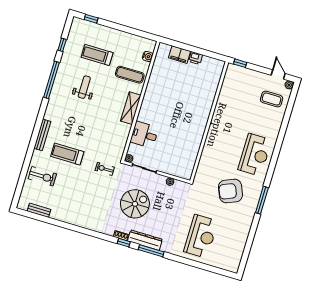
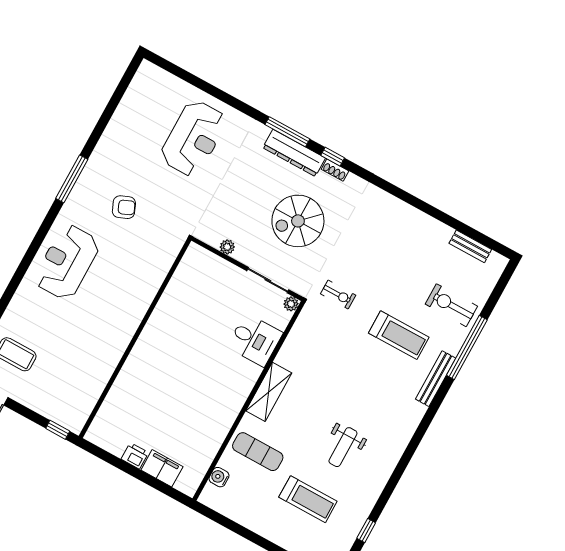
window: (52, 80) -> (467, 348), moved
armchair: (230, 191) -> (124, 207), width x0.53, depth x0.53
reception desk: (201, 236) -> (194, 138), turned 180

